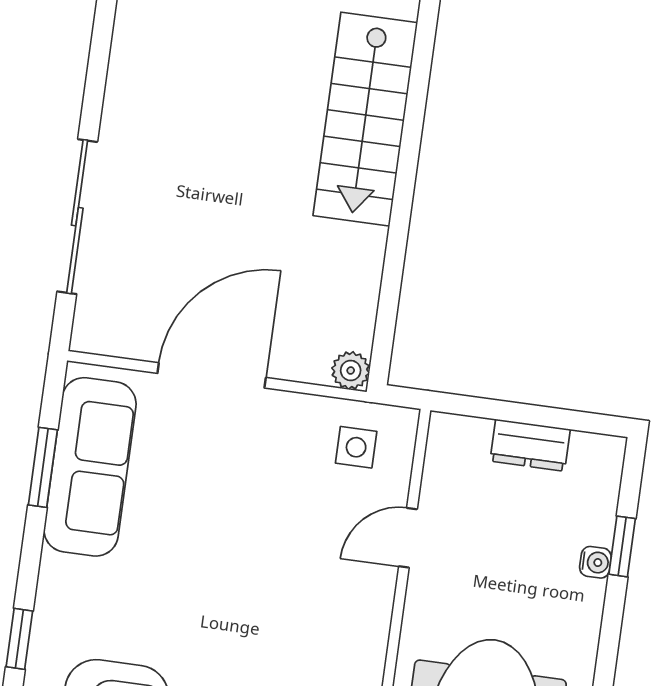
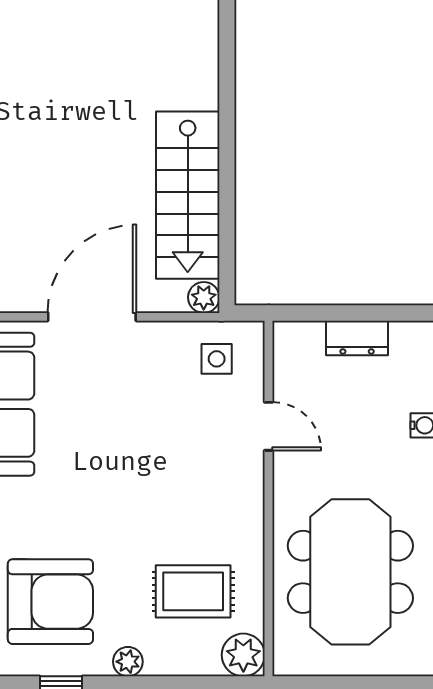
stairs: (365, 119) -> (188, 195), moved
door: (408, 538) -> (269, 426), swing flipped

